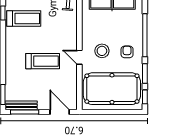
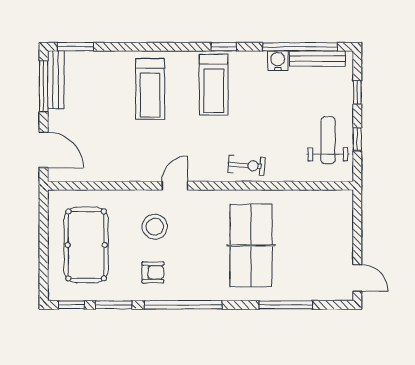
door: (79, 57) -> (175, 186), moved
treadmill: (43, 61) -> (150, 89), moved
pool table: (112, 89) -> (86, 245), width x0.73, depth x0.76
door: (60, 112) -> (44, 150), hinge flipped

